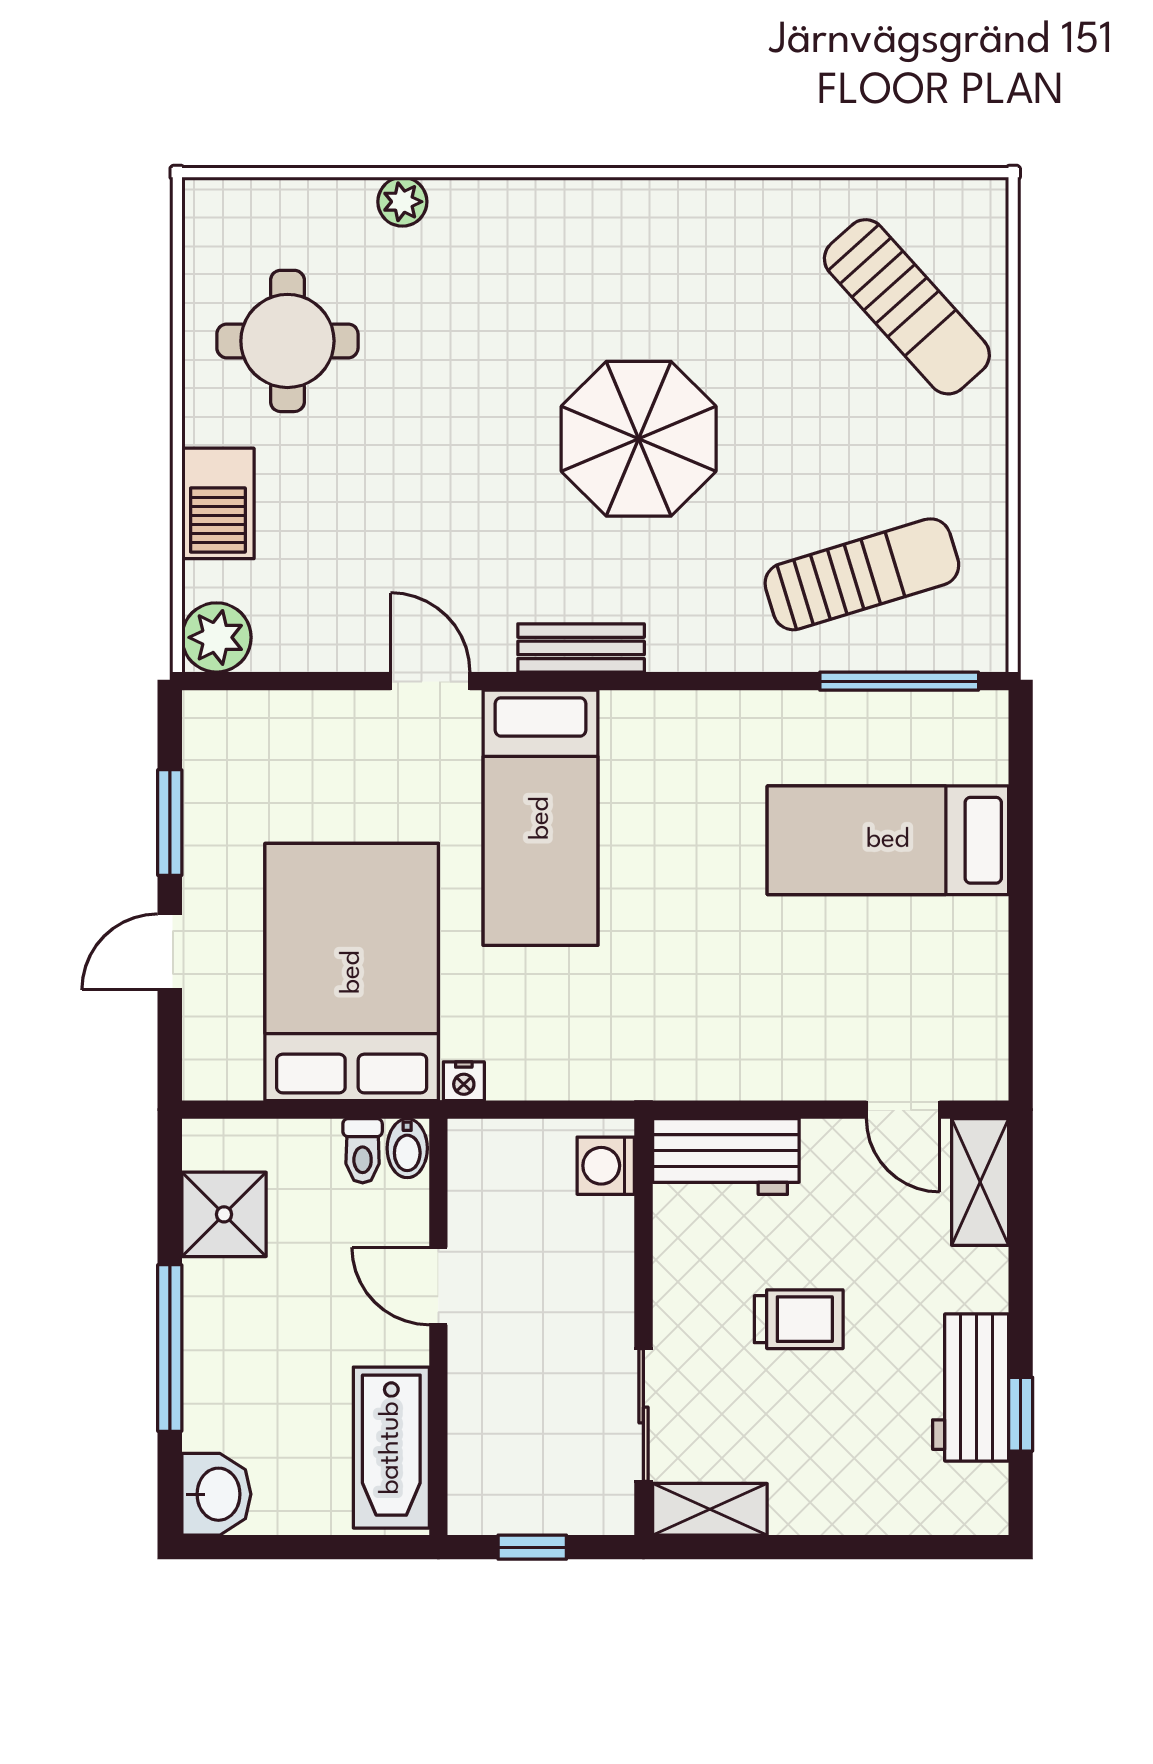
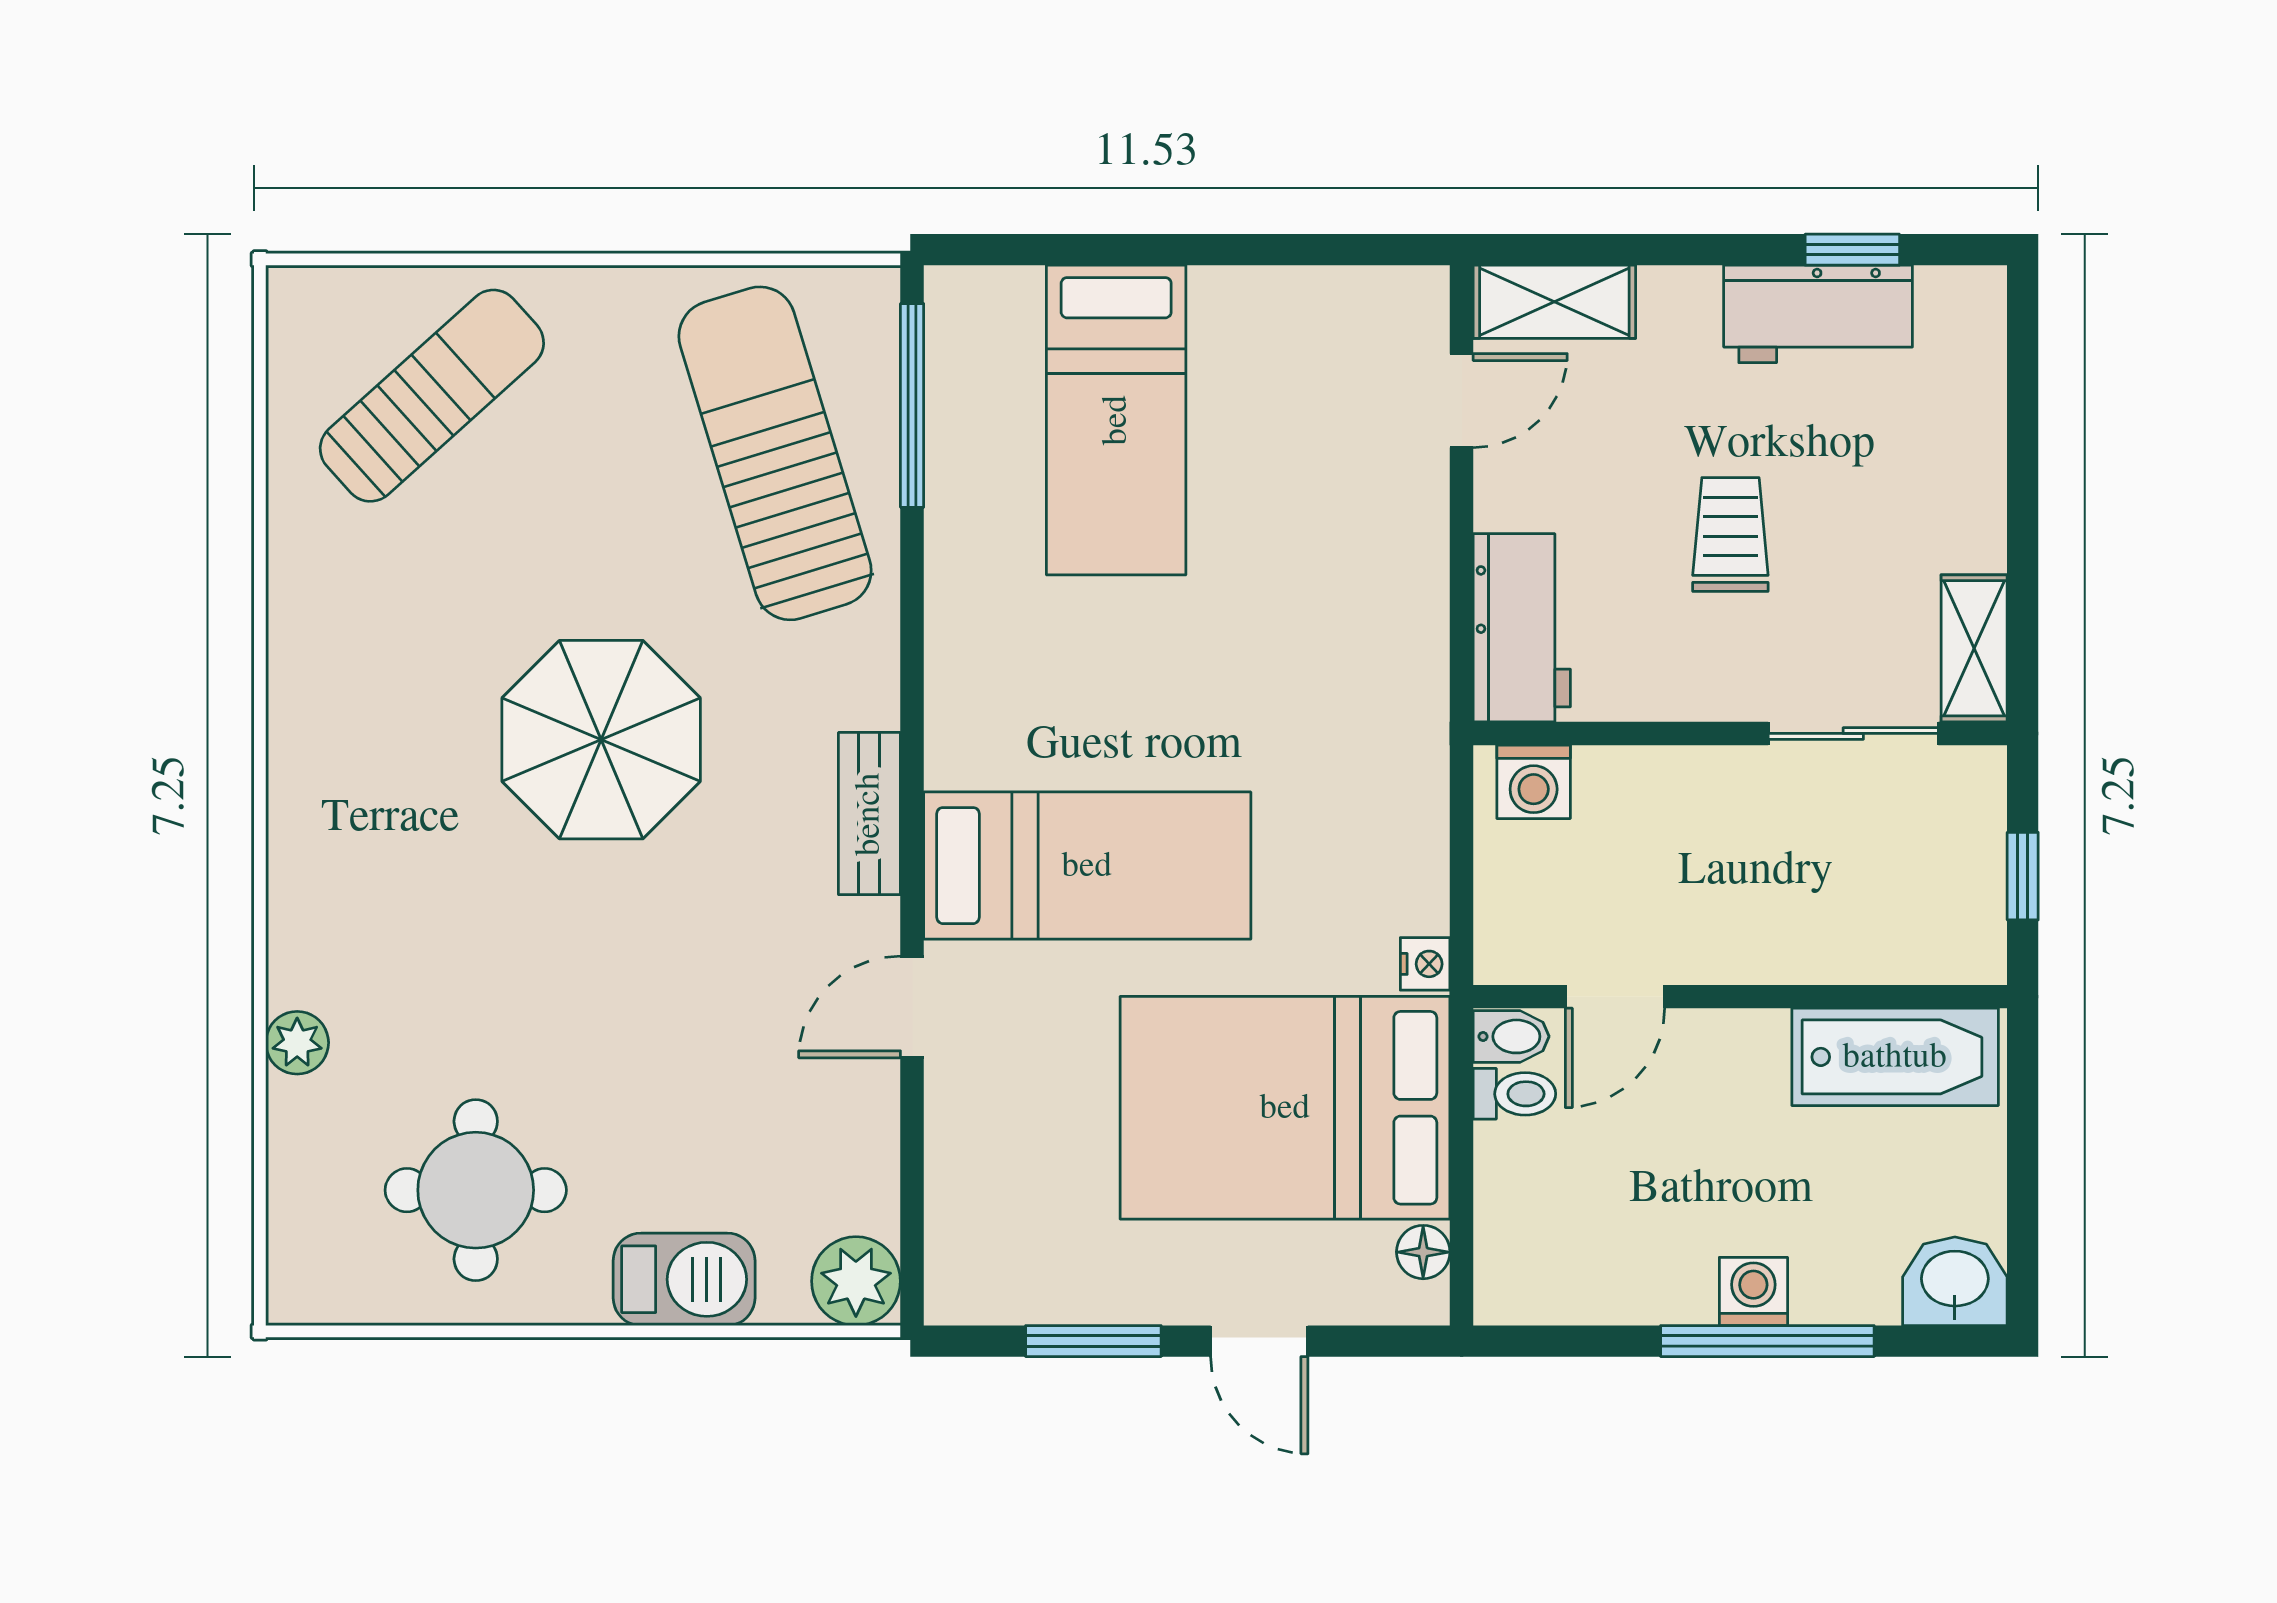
sun lounger: (862, 574) -> (775, 453), width x1.36, depth x1.34
floor lamp: (239, 1080) -> (1423, 1252), added
shower: (224, 1214) -> (1596, 1272), removed
door: (438, 1286) -> (1615, 997), moved
washing machine: (208, 1337) -> (1753, 1291), added

